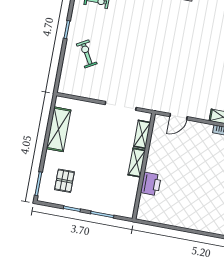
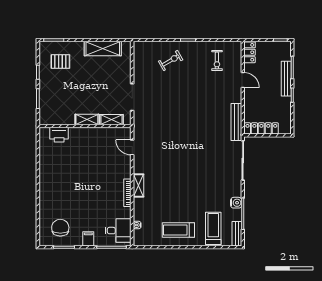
printer: (151, 184) -> (59, 135), moved

